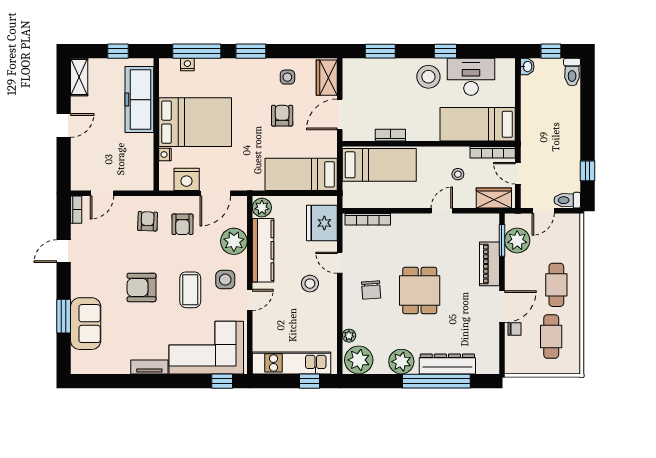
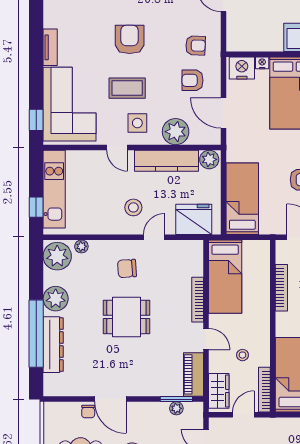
bookcase: (390, 135) -> (281, 288), width x1.56
bed: (379, 165) -> (225, 277), moved
nightstand: (187, 179) -> (242, 68), moved, turned 90
bookcase: (368, 219) -> (198, 300), moved
plant: (517, 240) -> (176, 408), width x0.53, depth x0.53
piano: (490, 264) -> (193, 374), moved, turned -90

